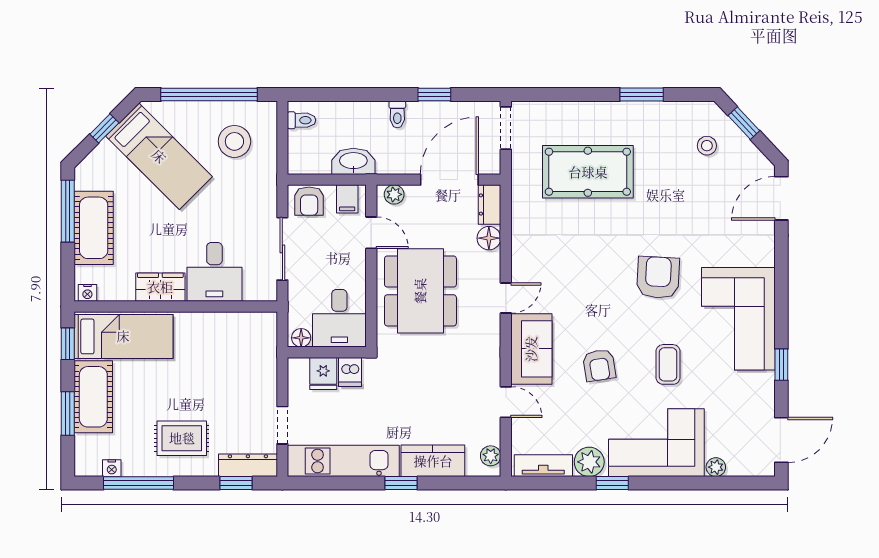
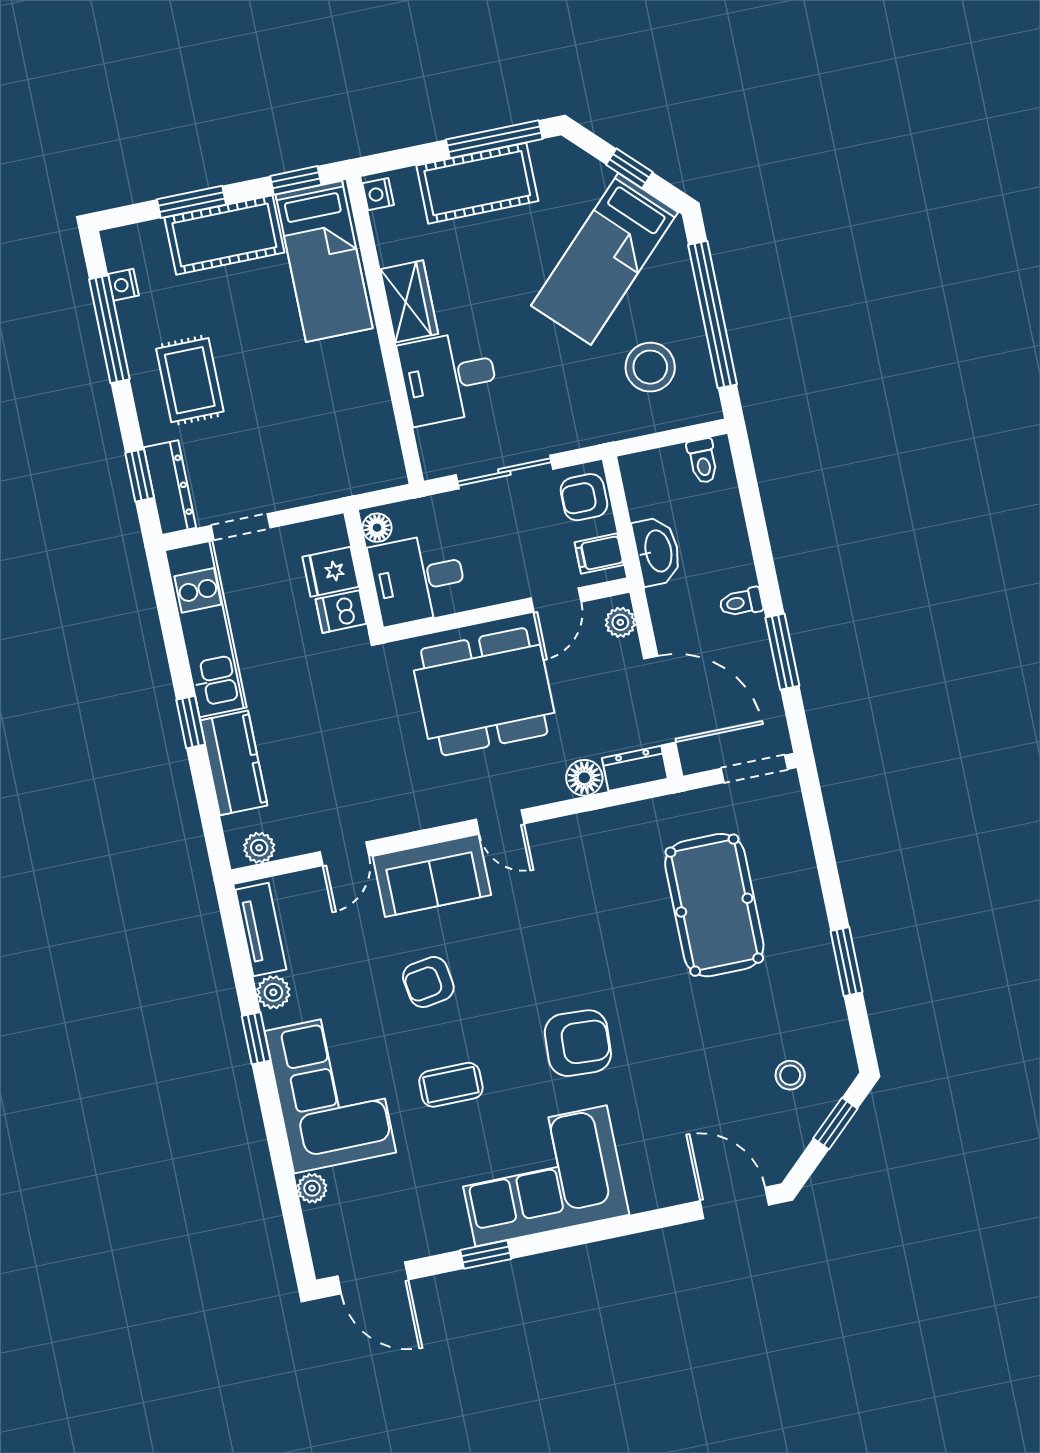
window: (434, 95) -> (782, 652), width x1.50
plant: (589, 462) -> (273, 992), width x0.73, depth x0.73

